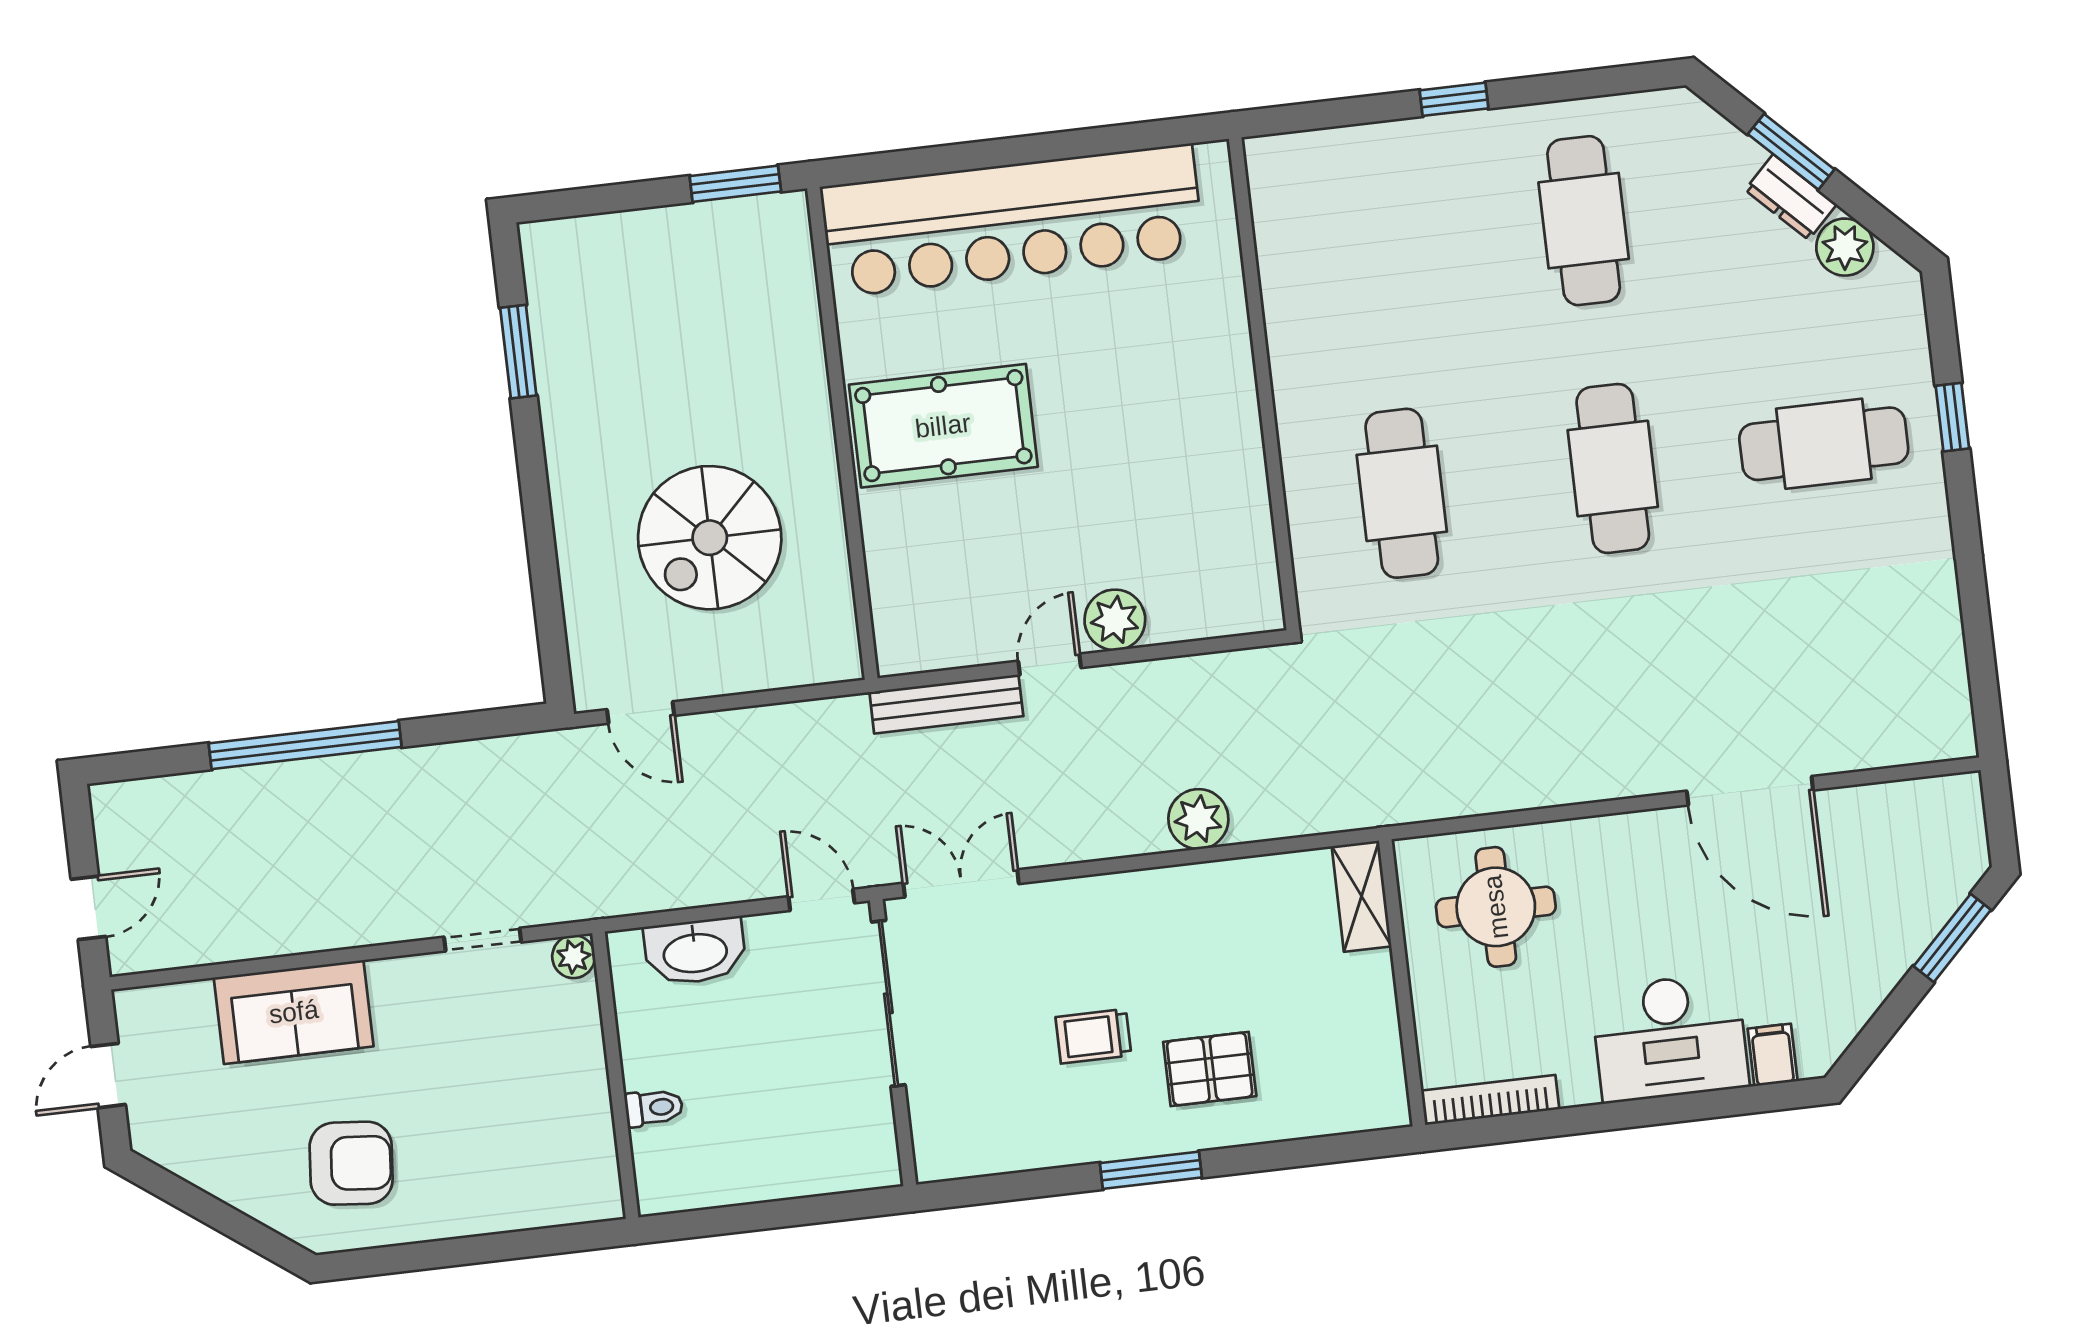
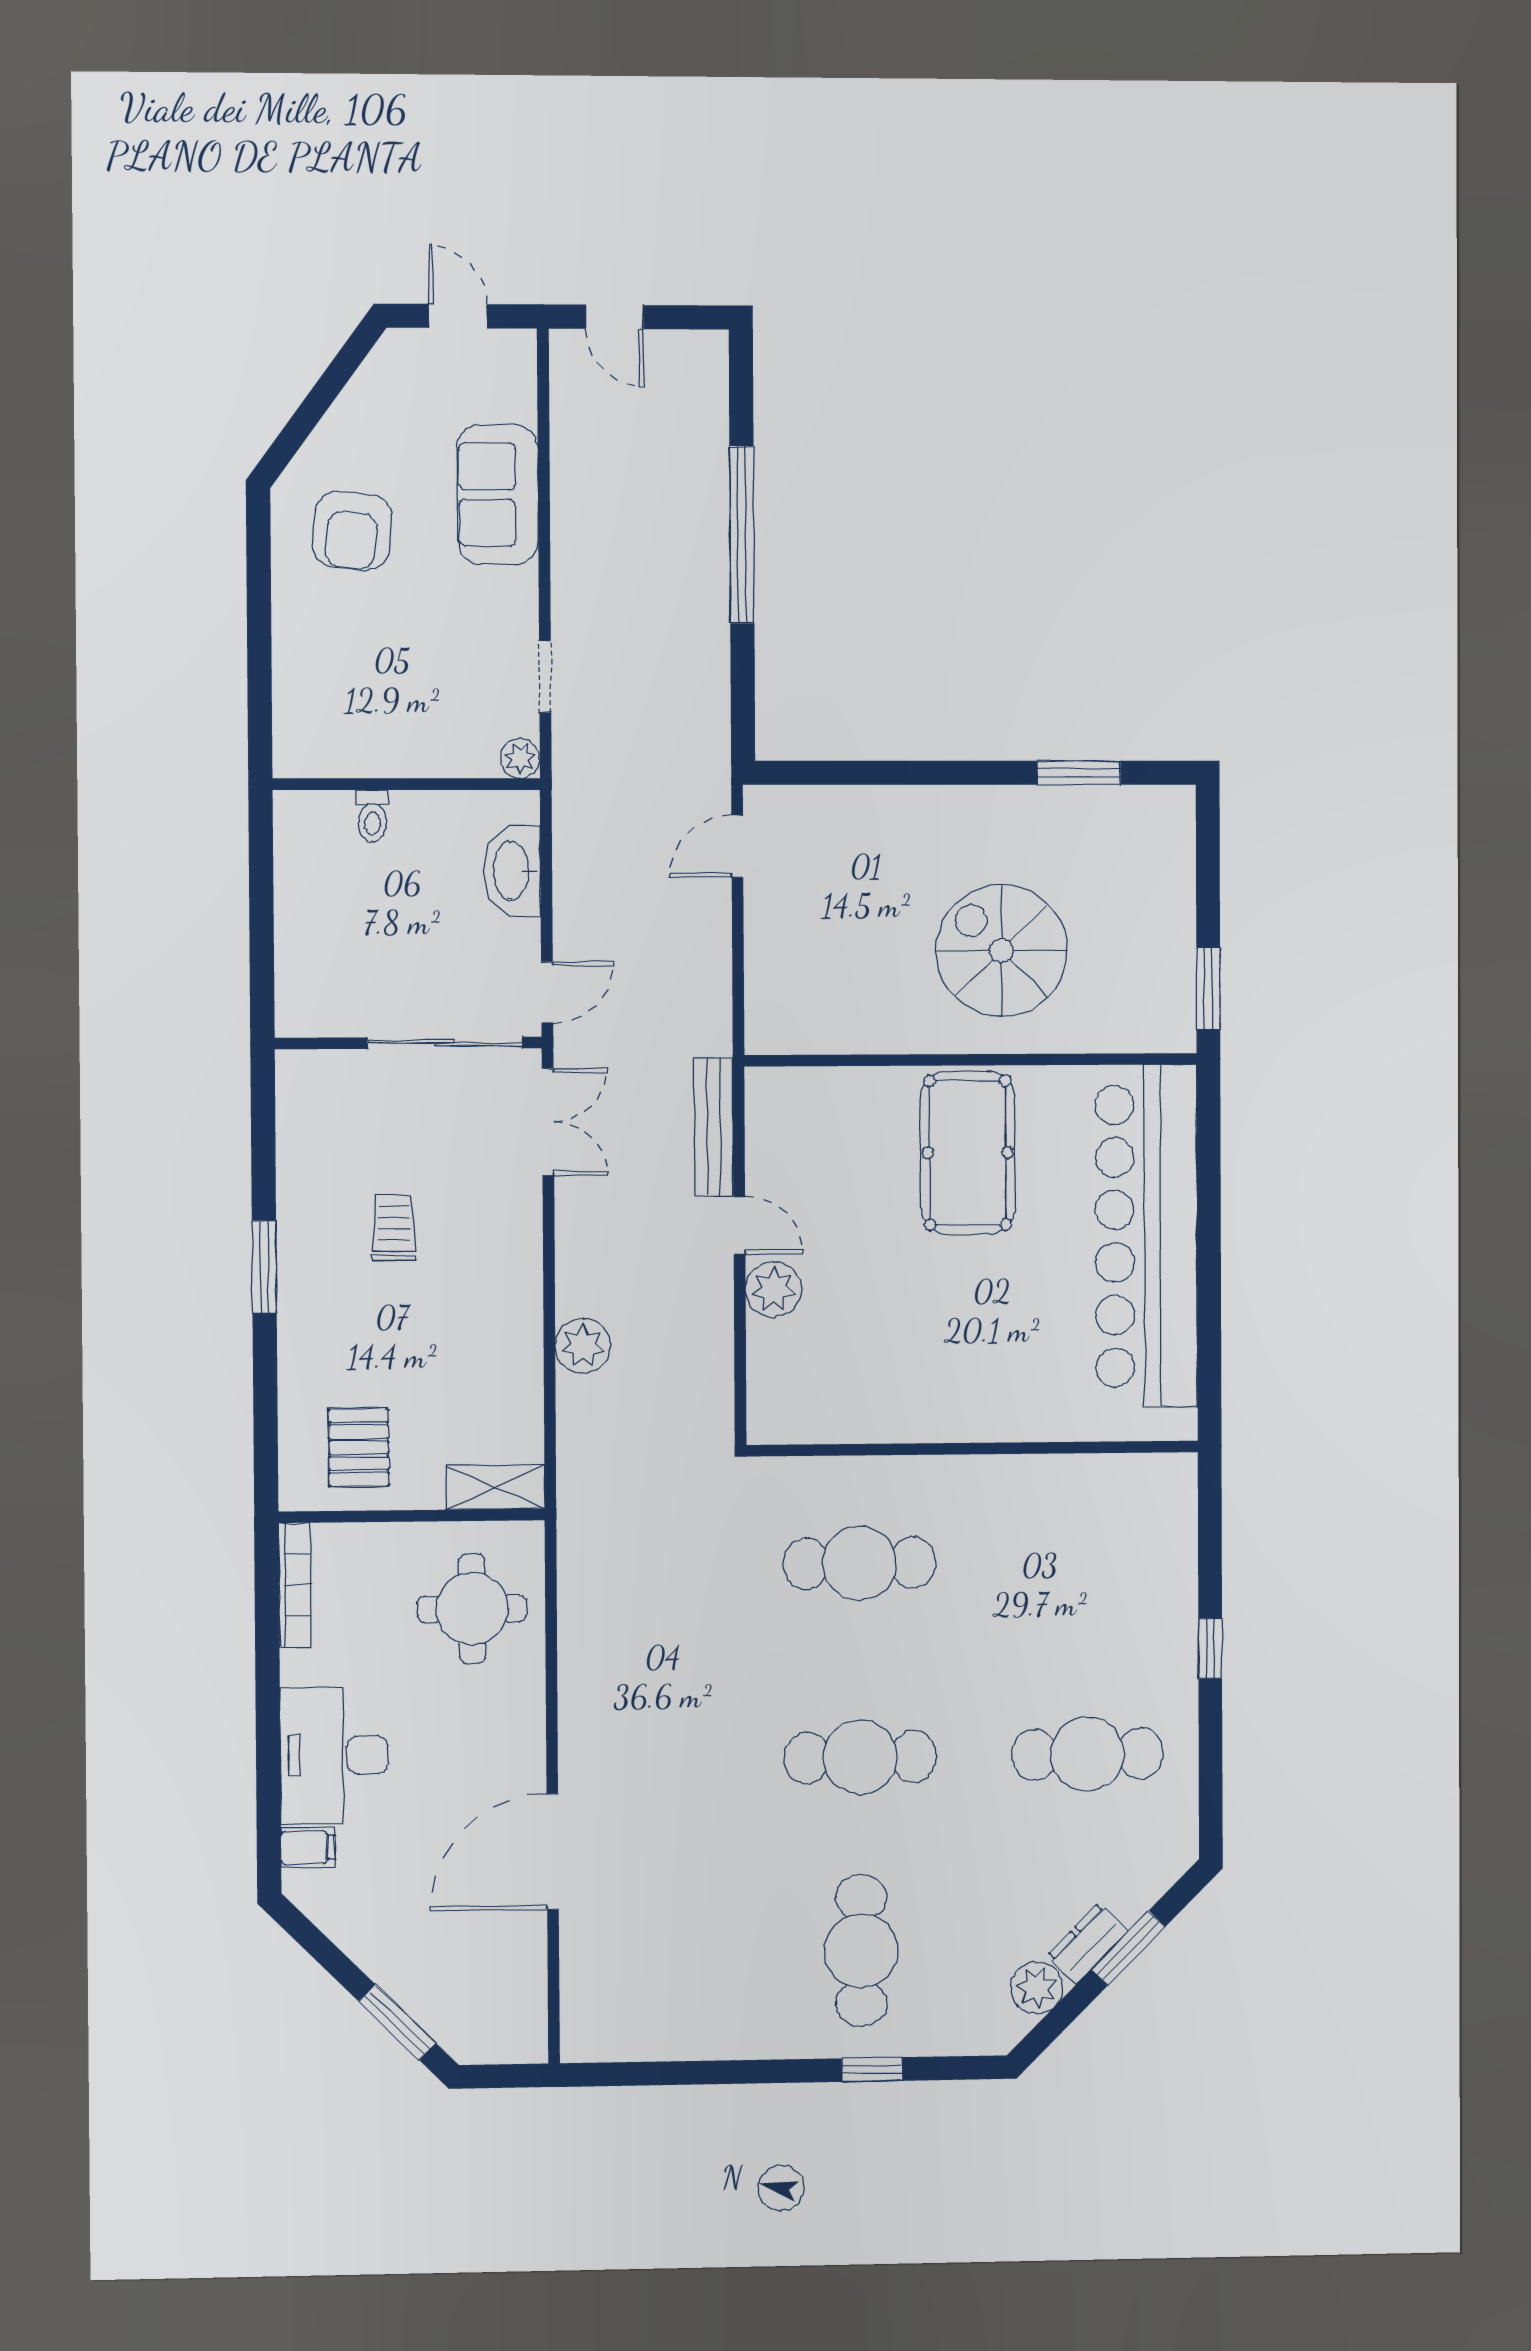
spiral stairs: (710, 538) -> (1002, 951), moved
pallet: (1210, 1069) -> (359, 1447), moved

